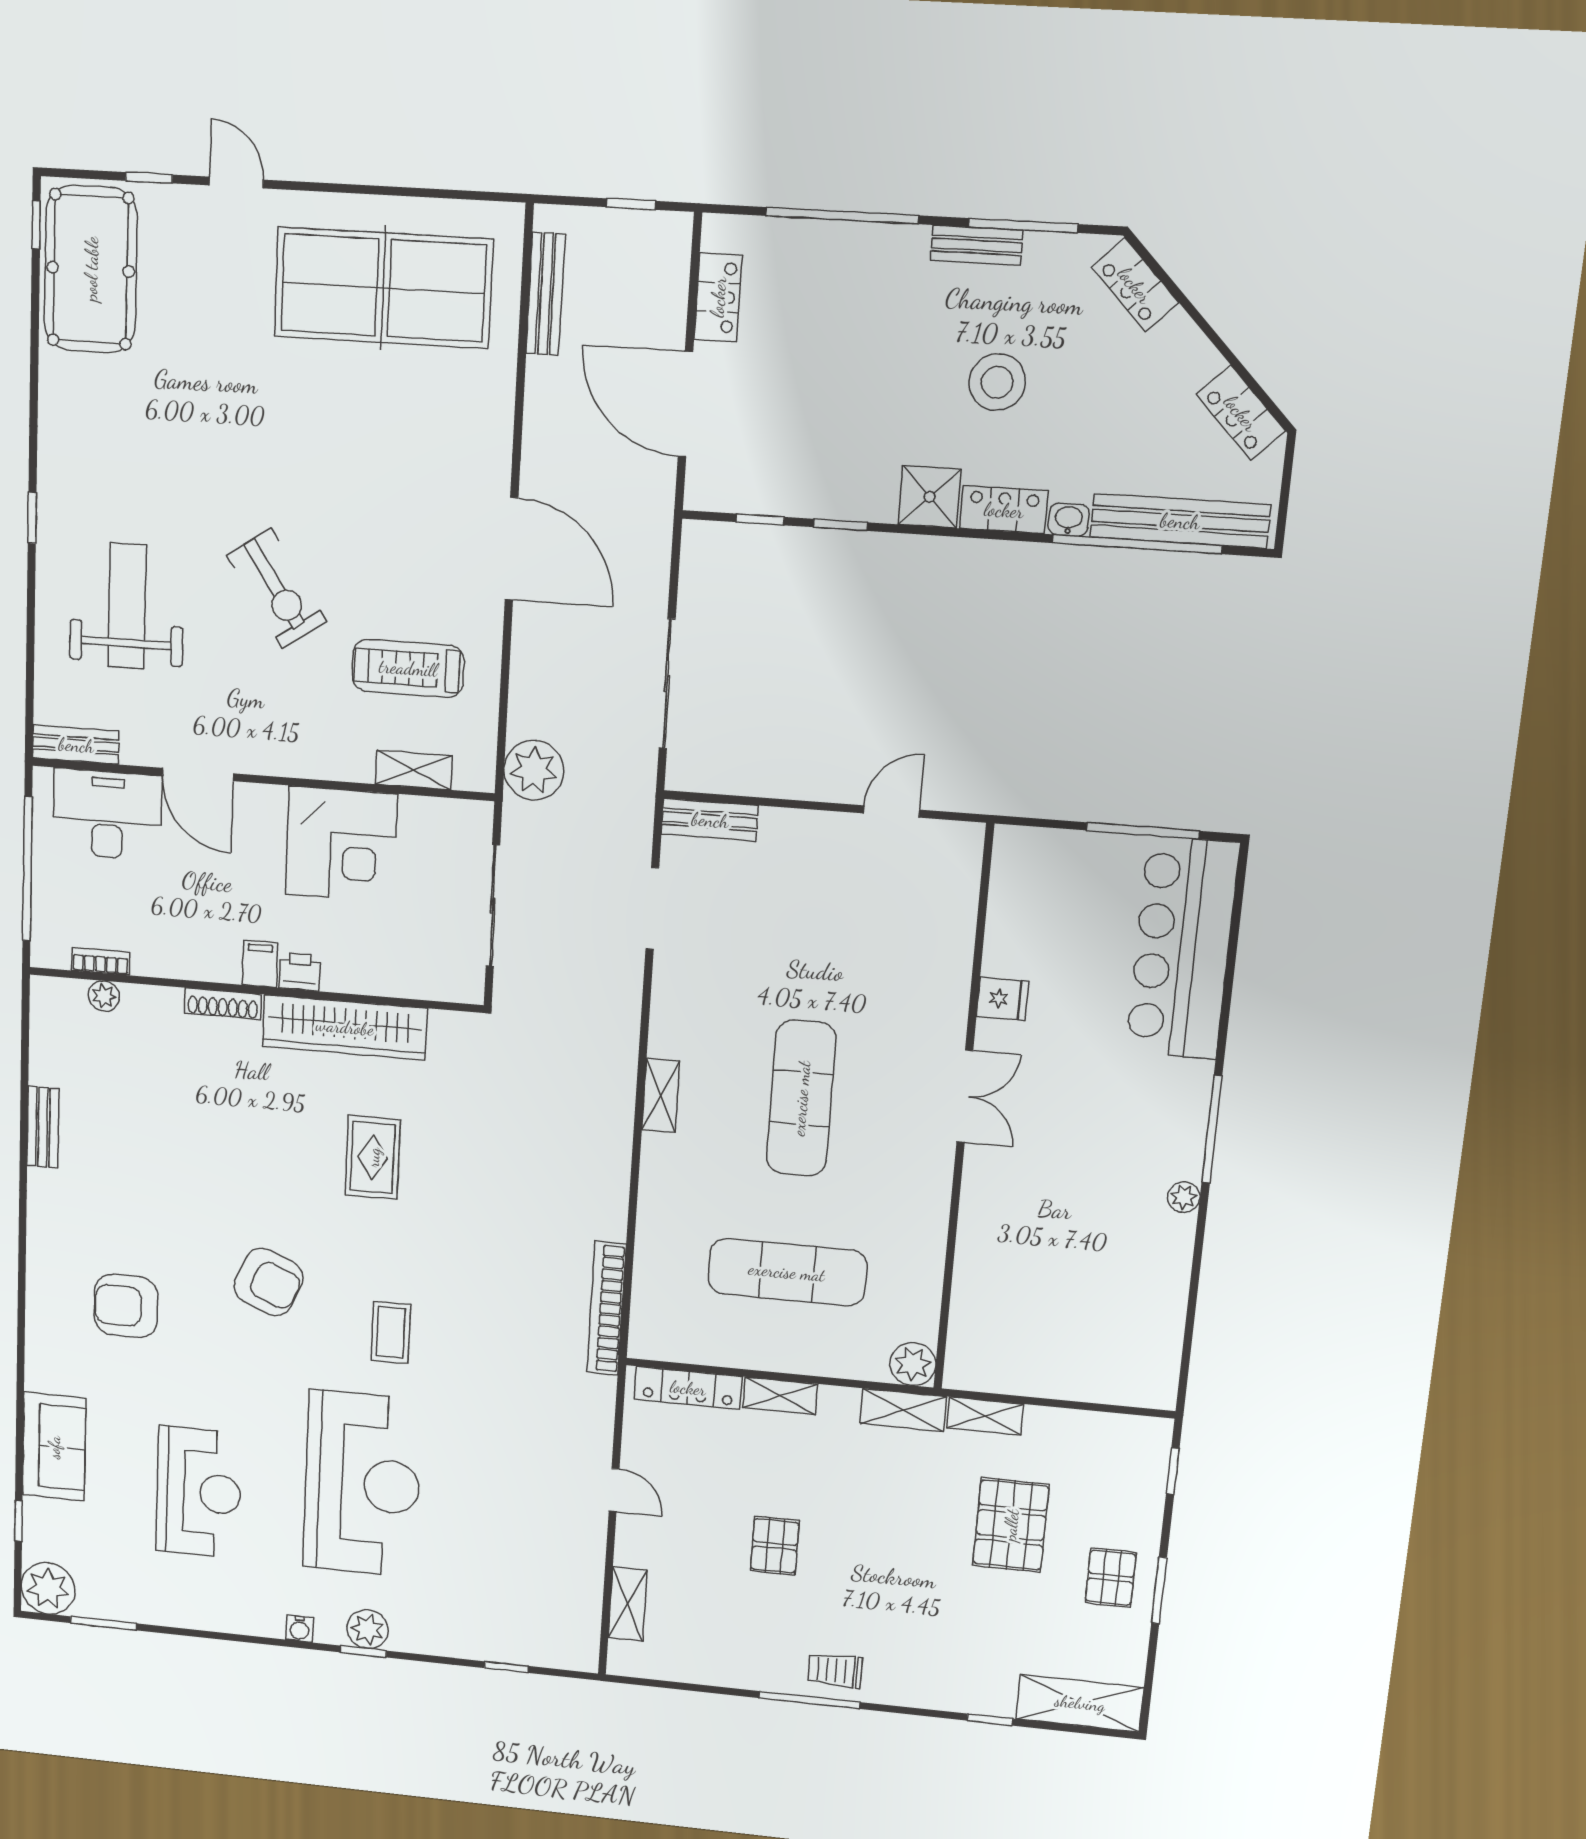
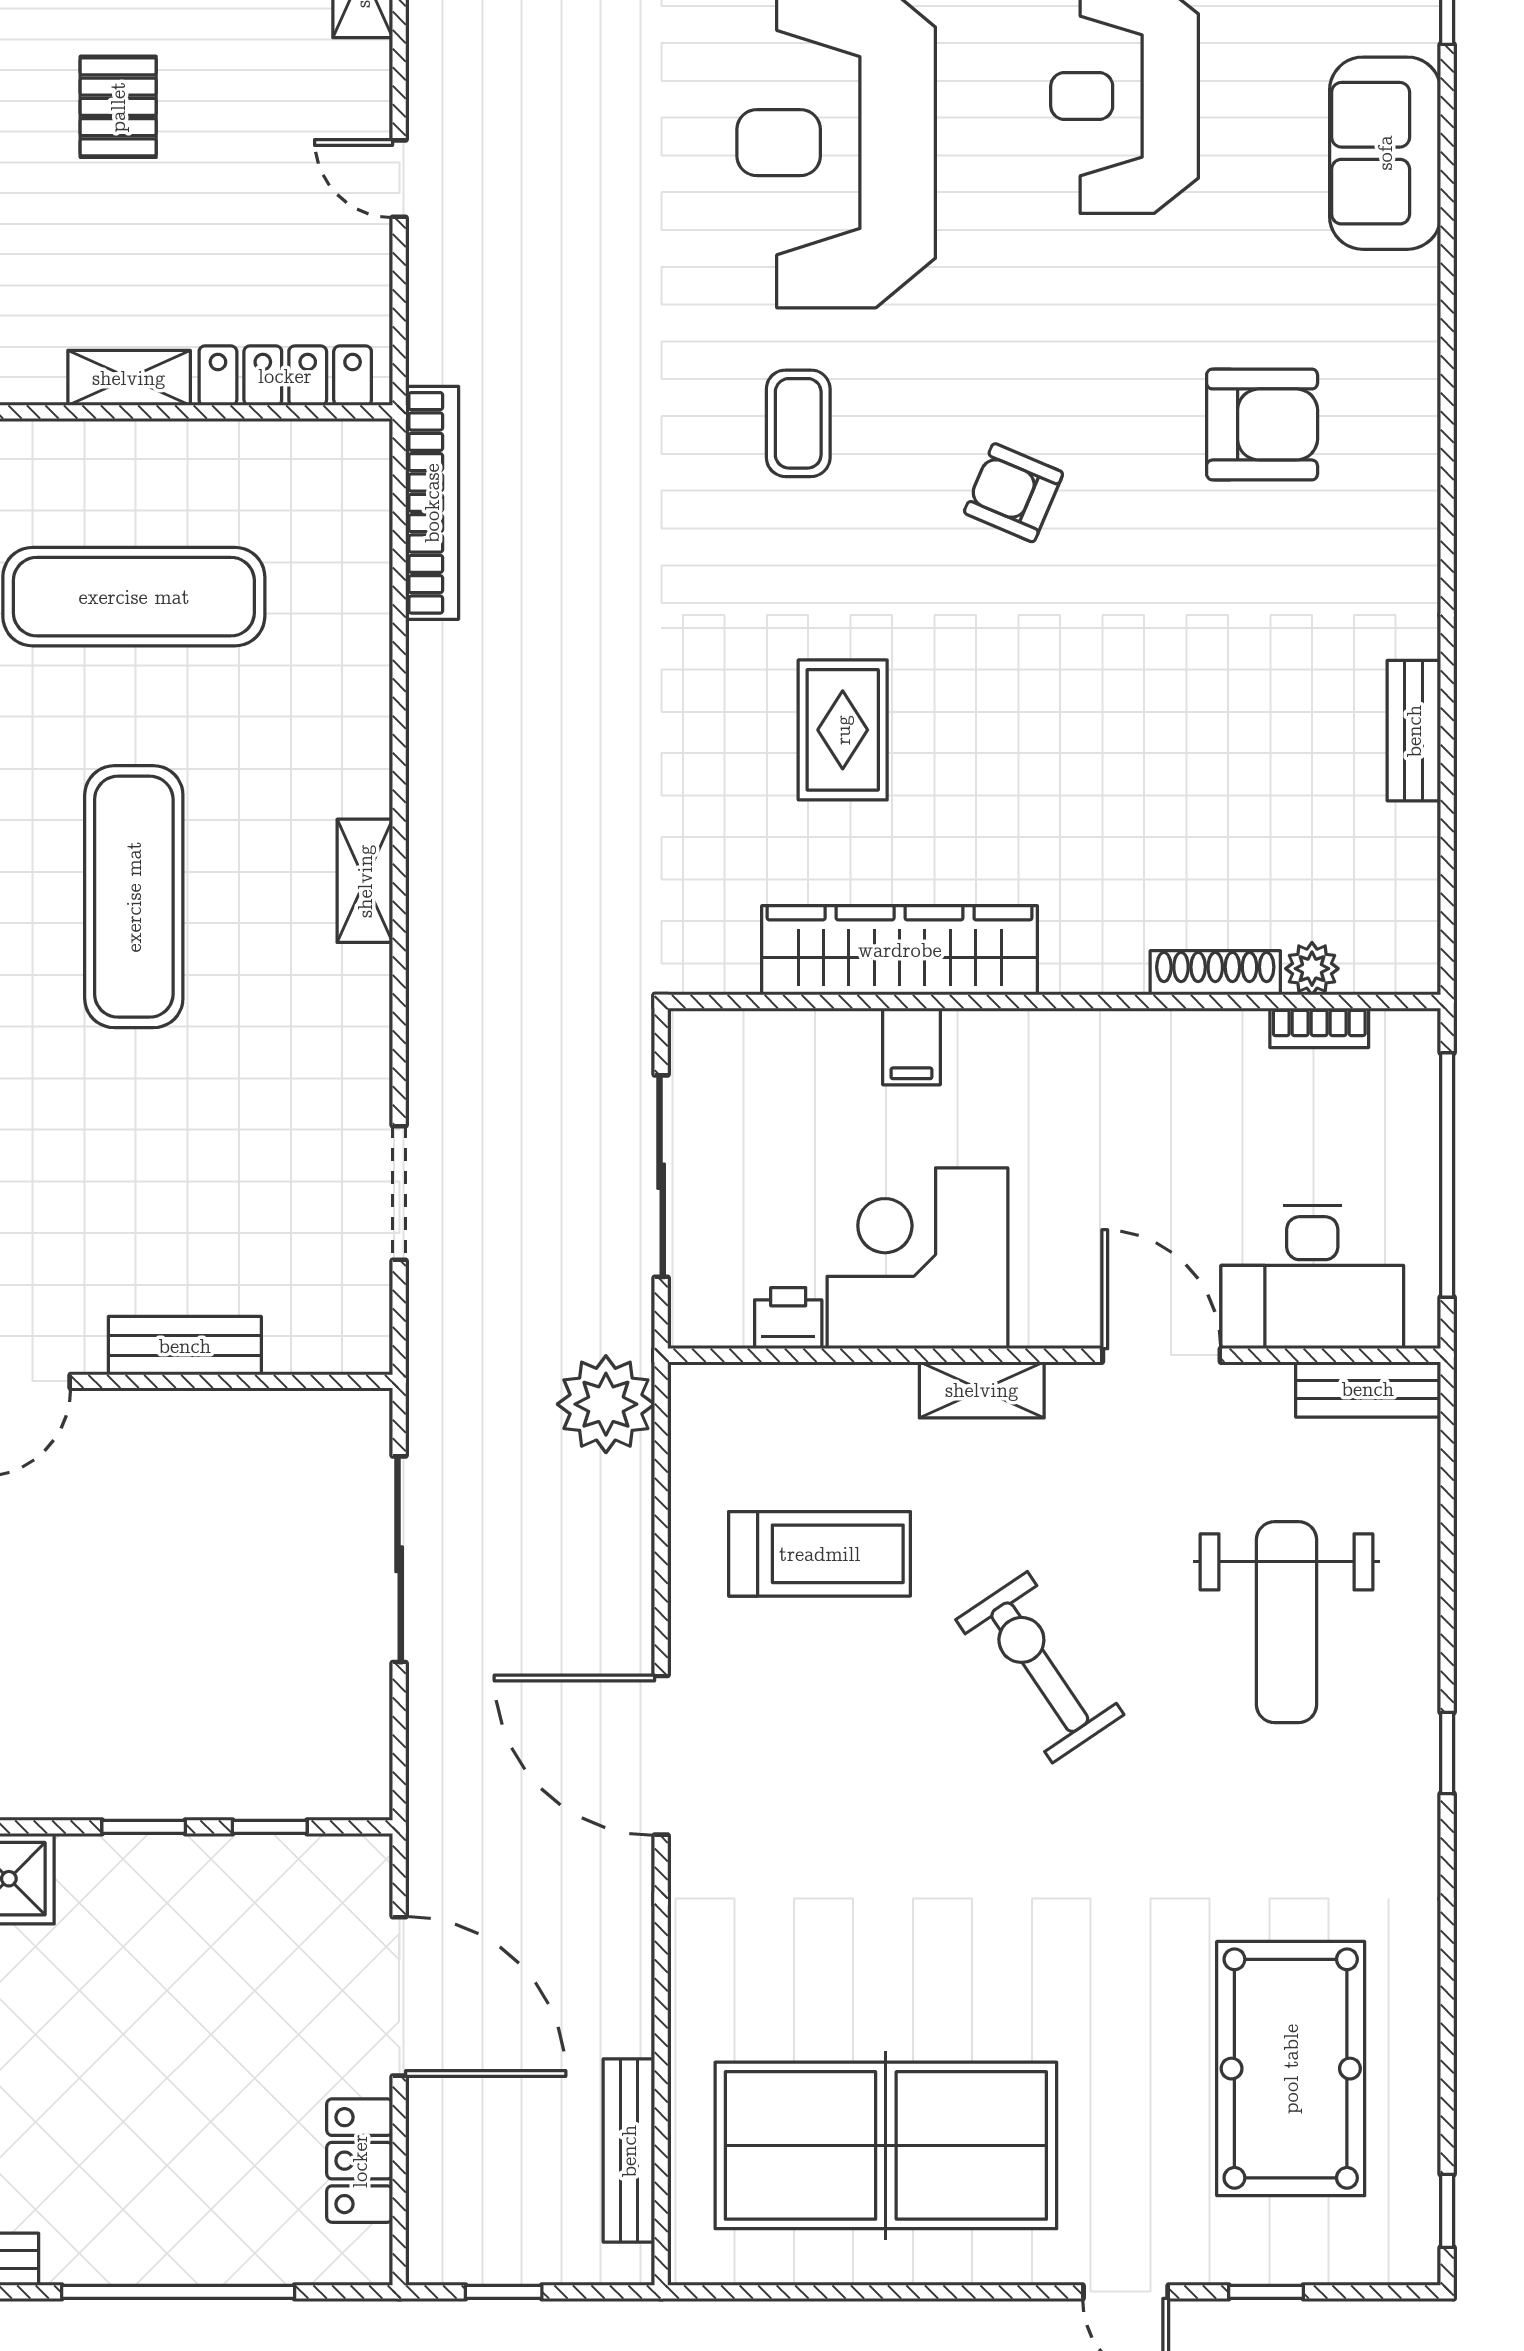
pool table: (91, 269) -> (1291, 2069), moved
shelving: (414, 770) -> (982, 1390), moved
bench: (710, 820) -> (185, 1346), moved
filing cabinet: (260, 964) -> (911, 1046), moved
printer: (300, 972) -> (788, 1318), moved, turned 180
shoe rack: (223, 1004) -> (1215, 973), moved
armchair: (268, 1282) -> (1014, 493), width x0.72, depth x0.72

